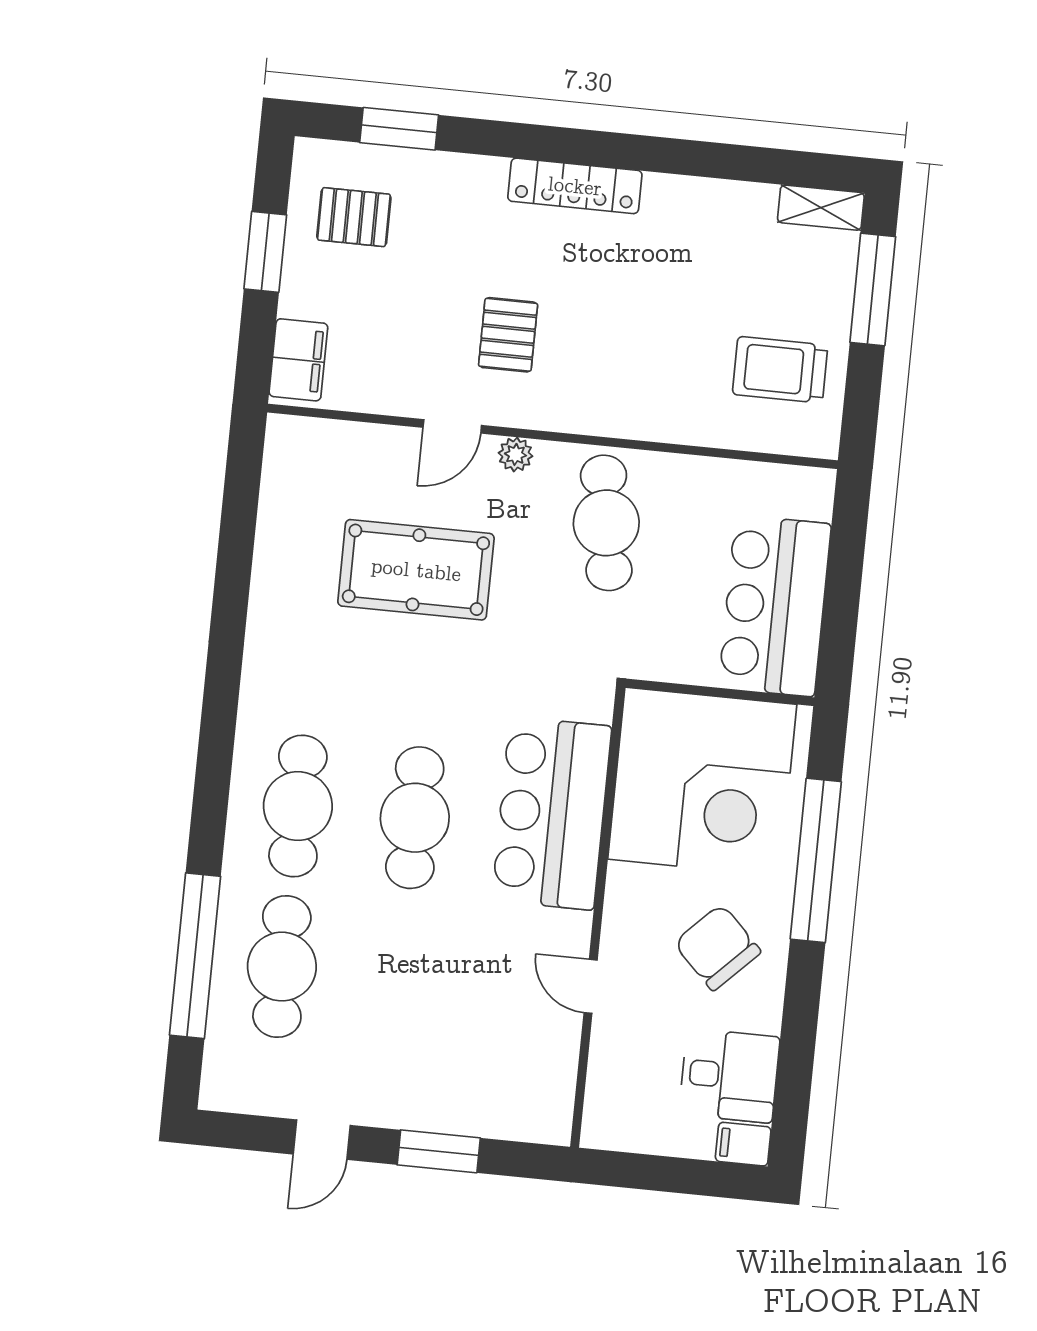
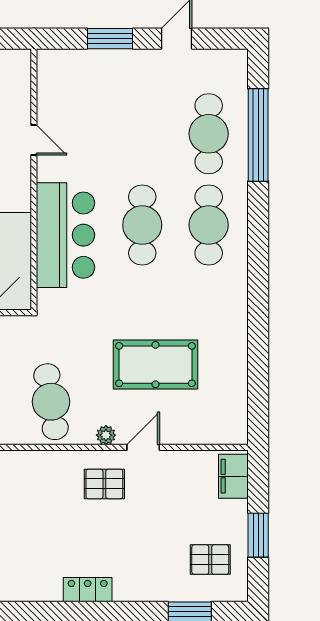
locker: (575, 186) -> (88, 590), width x0.66
pallet: (508, 335) -> (104, 484), moved, turned 90

